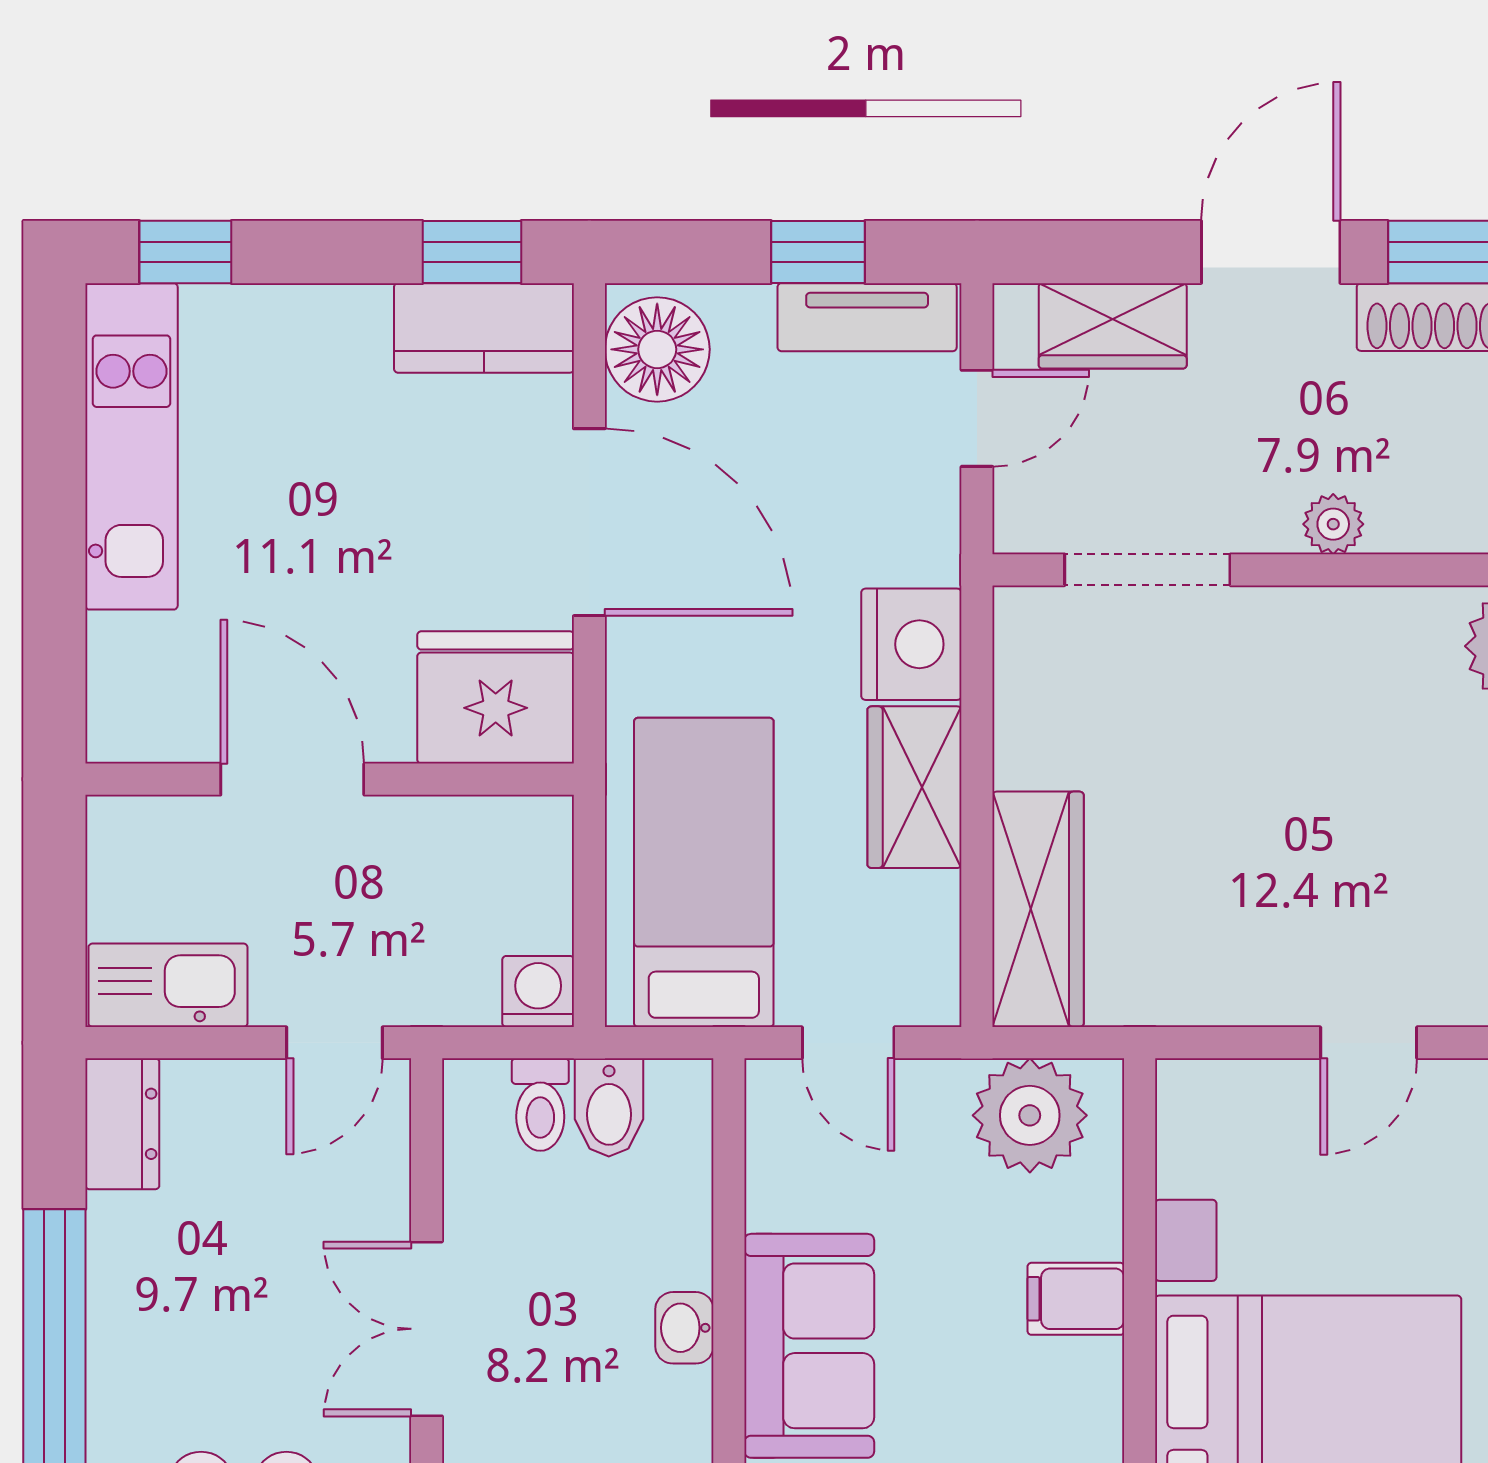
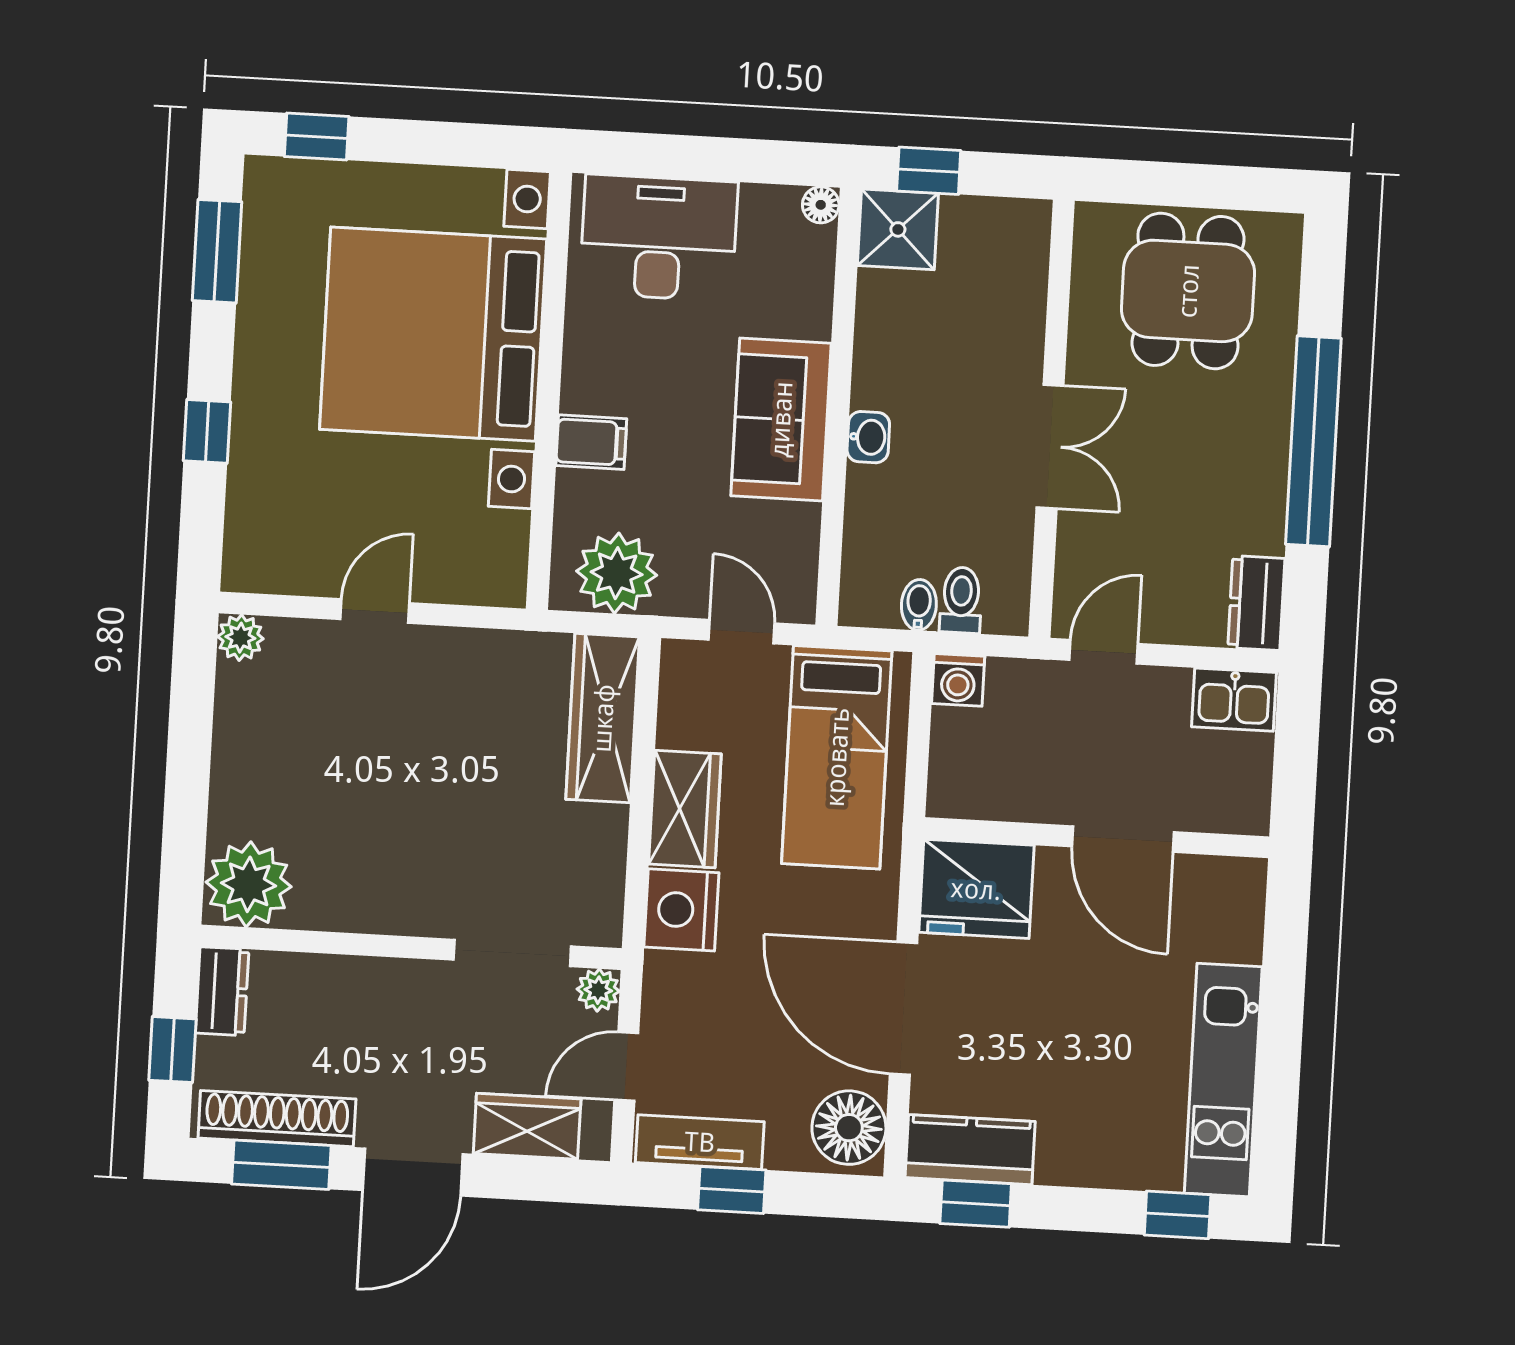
plant: (1333, 524) -> (598, 990), moved
kitchen sink: (168, 985) -> (1234, 700), width x0.73
bidet: (609, 1107) -> (919, 605), width x0.72, depth x0.74

